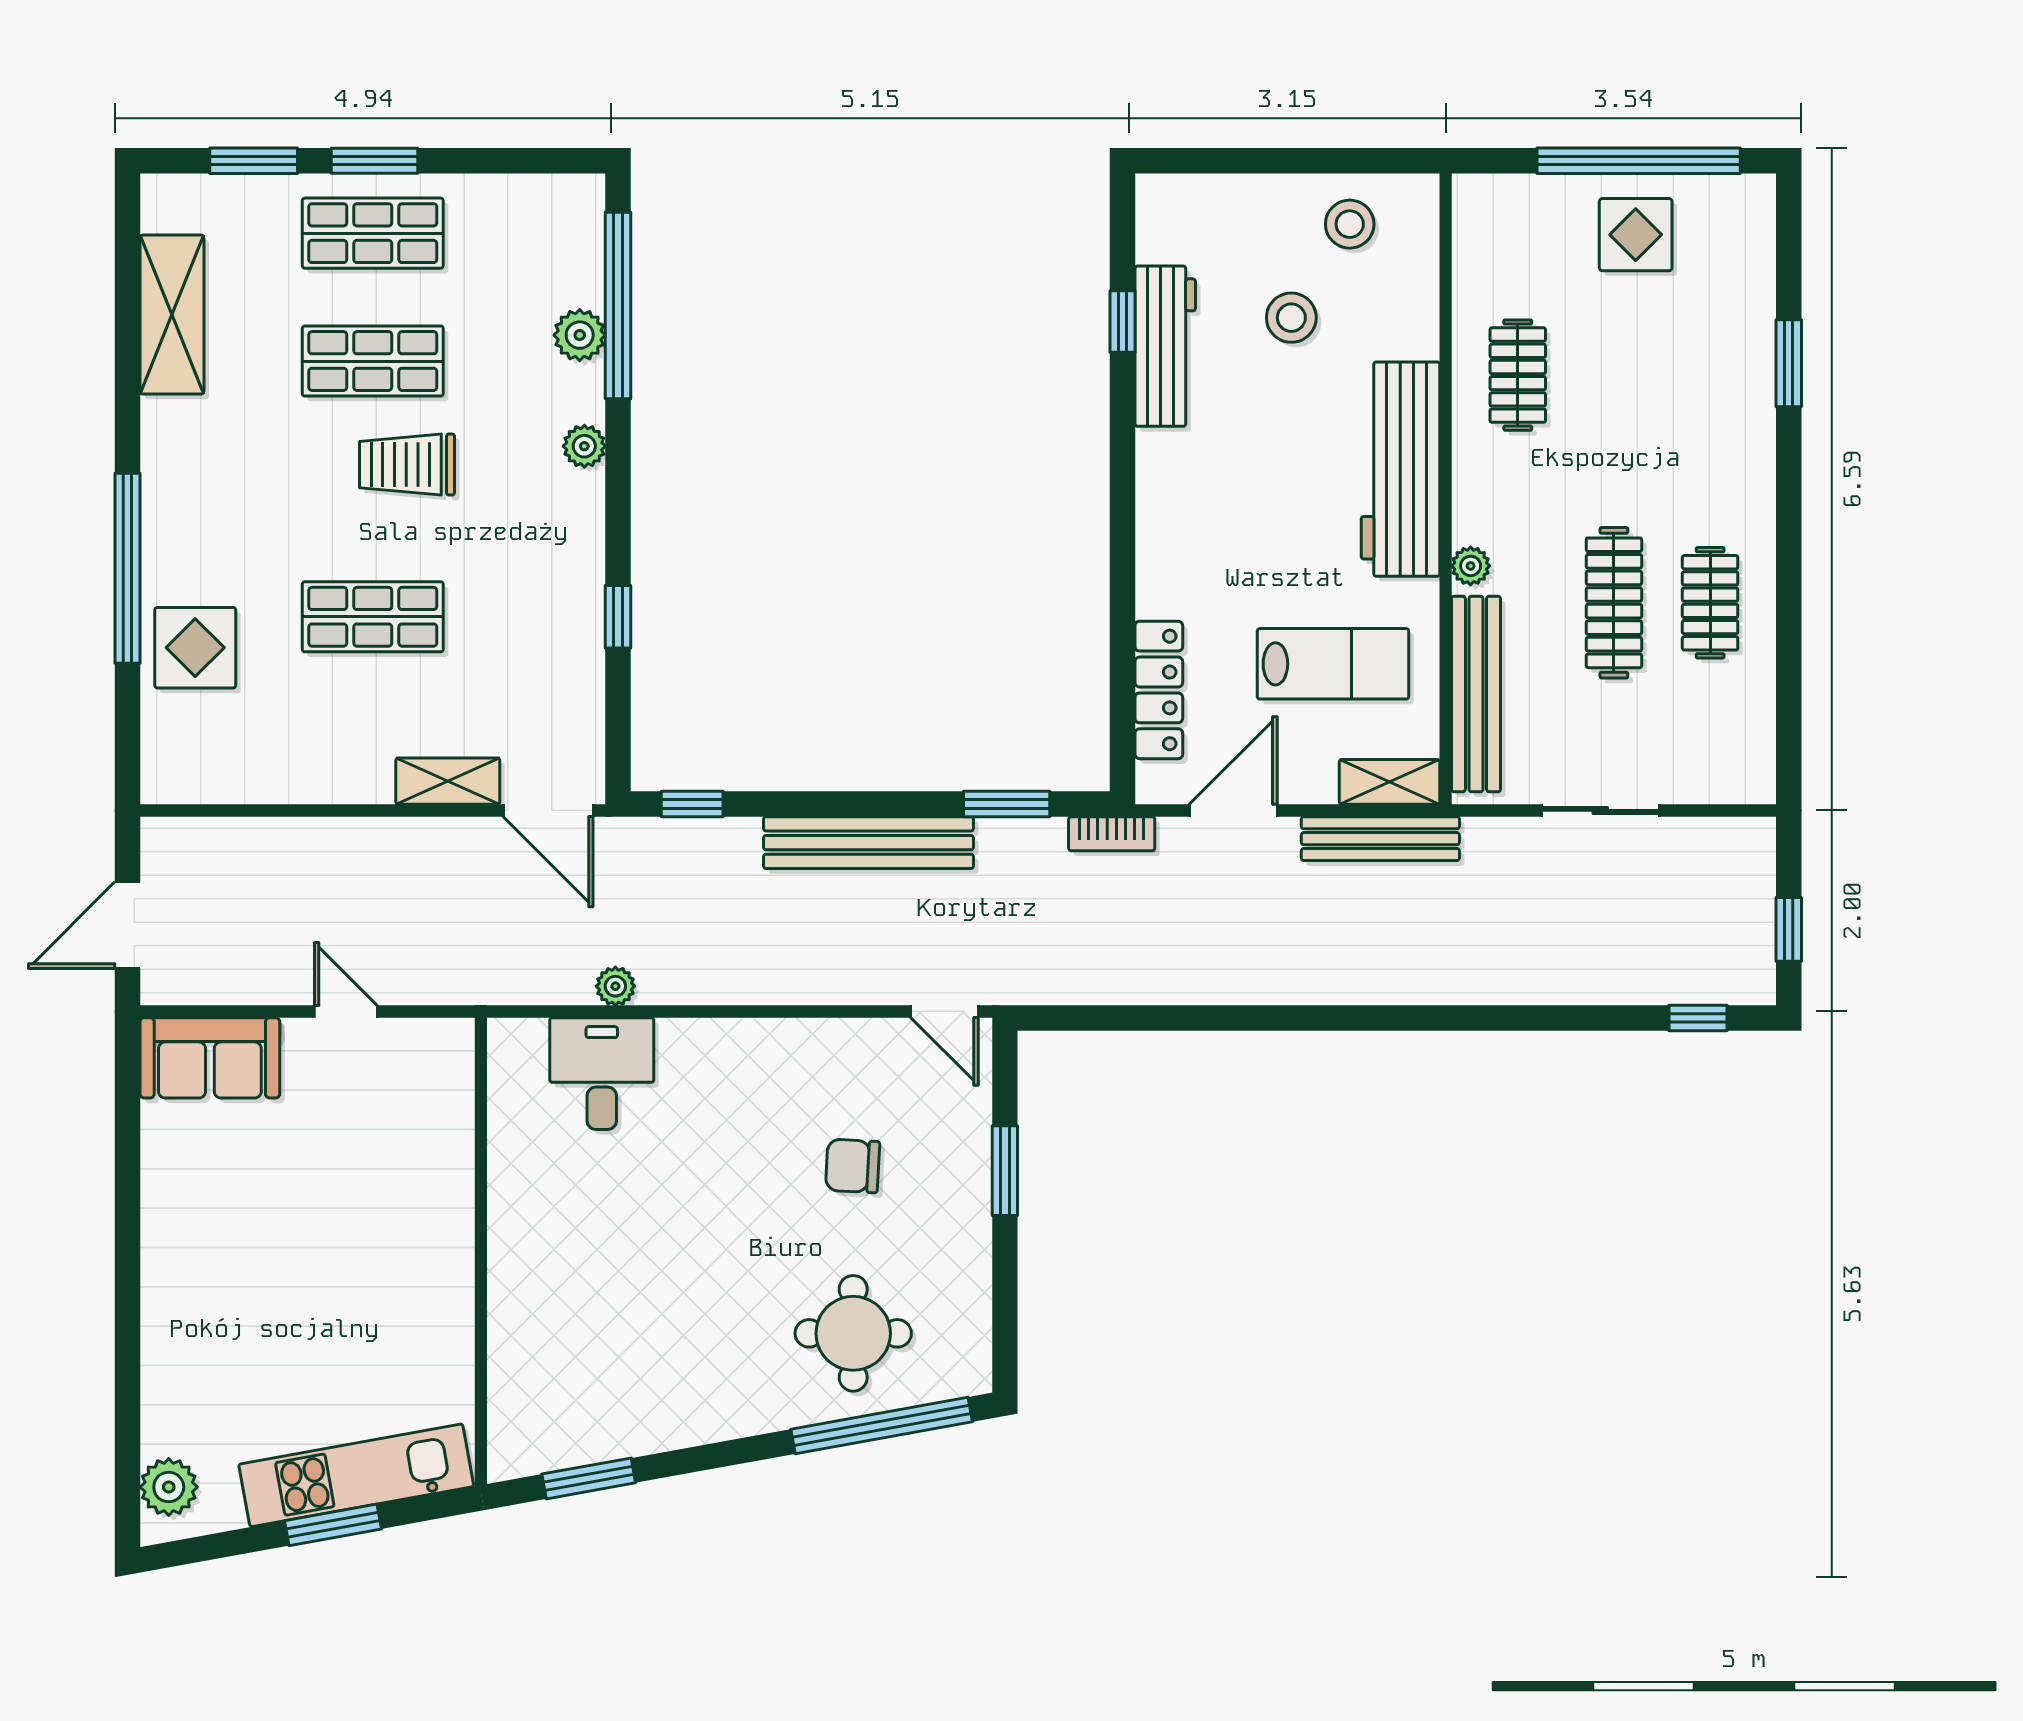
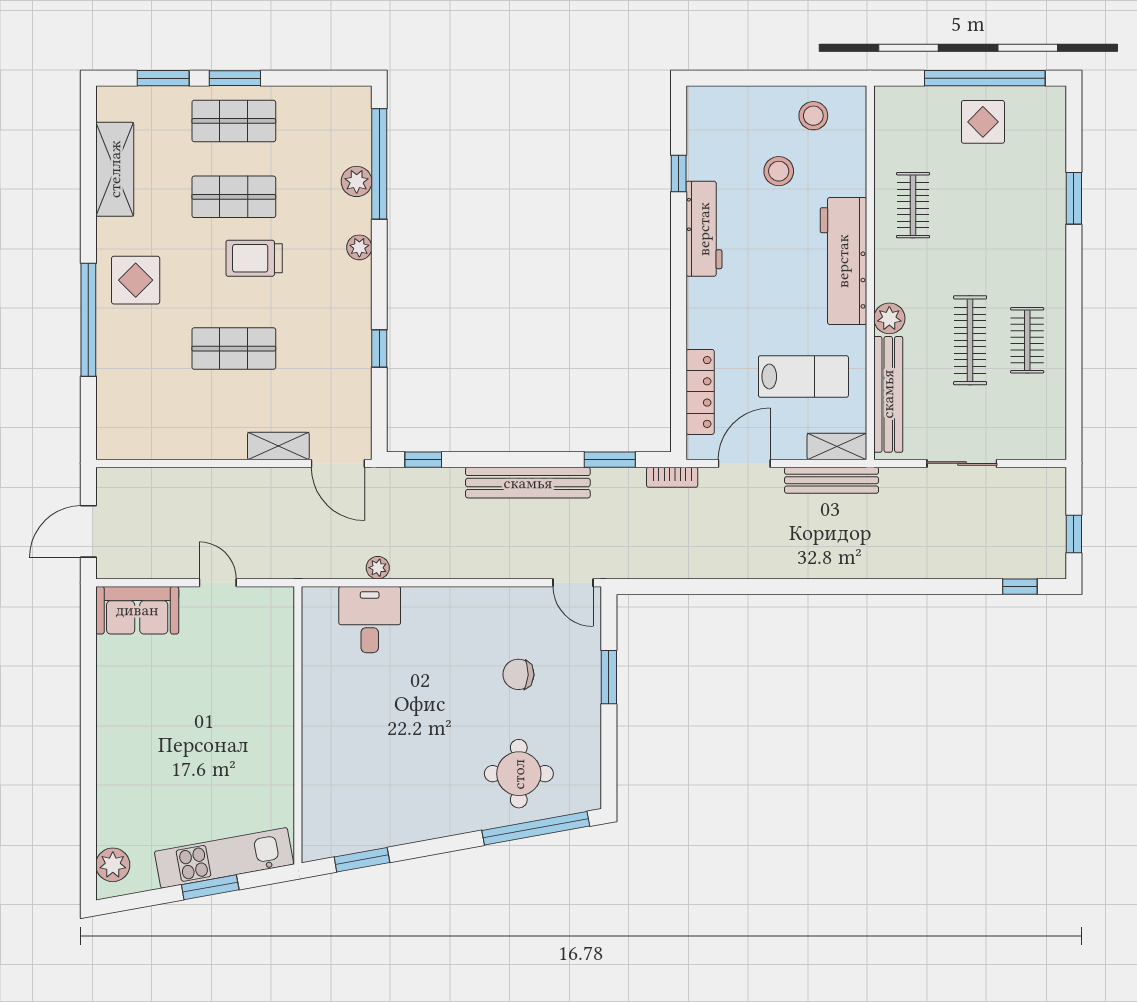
workbench: (1165, 346) -> (704, 229), moved
plant: (1471, 566) -> (889, 318), width x1.38, depth x1.38
display table: (195, 648) -> (136, 280), moved

